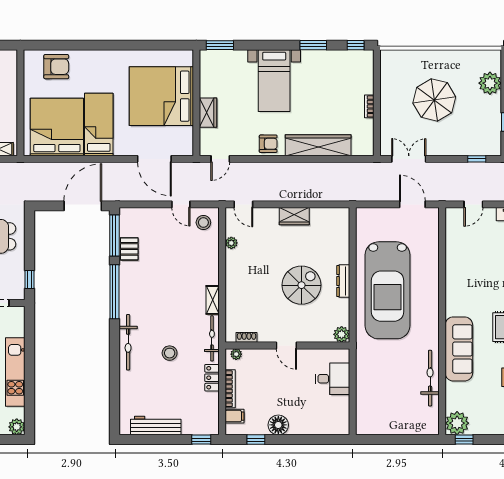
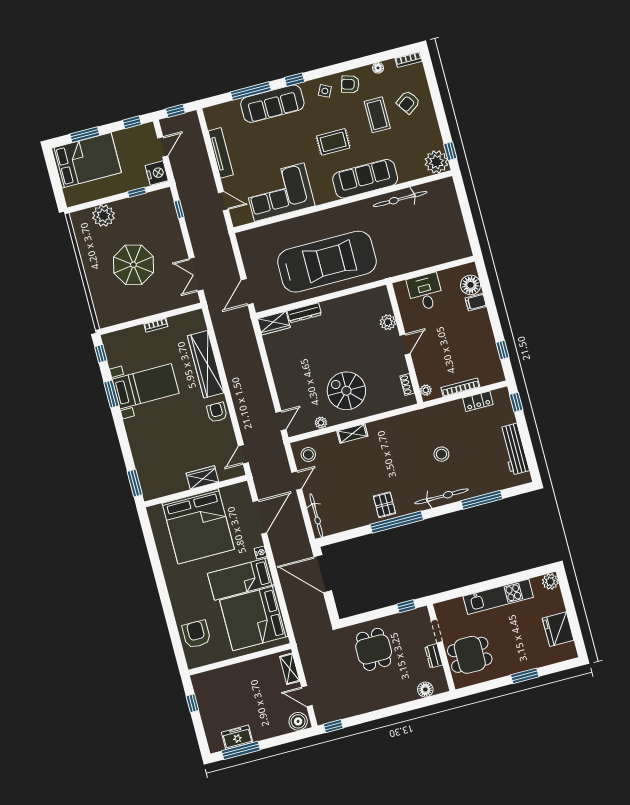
bed with nightstands: (274, 81) -> (146, 386), moved
nightstand: (120, 151) -> (261, 552), added
door: (220, 159) -> (243, 454), swing flipped
door: (412, 204) -> (247, 292), moved
wardrobe: (294, 216) -> (274, 323), moved, turned 90
window: (114, 236) -> (482, 500), moved
pallet: (129, 249) -> (384, 505), moved, turned 90
corner sofa: (468, 261) -> (279, 192), added
dresser: (343, 281) -> (304, 313), moved
spiral stairs: (301, 285) -> (346, 391), moved
shelving: (213, 300) -> (352, 434), moved
plant: (342, 334) -> (388, 322), moved
bicycle: (212, 338) -> (316, 515), moved, turned -90
locker: (212, 378) -> (478, 401), moved
filing cabinet: (235, 416) -> (476, 302), moved, turned -90
floor lamp: (278, 425) -> (471, 285), moved

